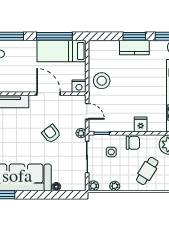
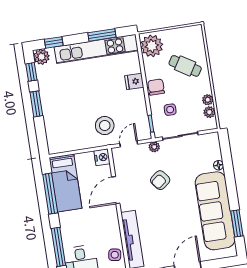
kitchen counter: (134, 47) -> (49, 102), removed
stool: (102, 81) -> (105, 126), moved
plant: (93, 186) -> (209, 112), moved

